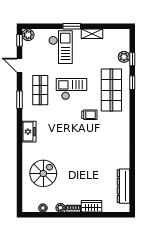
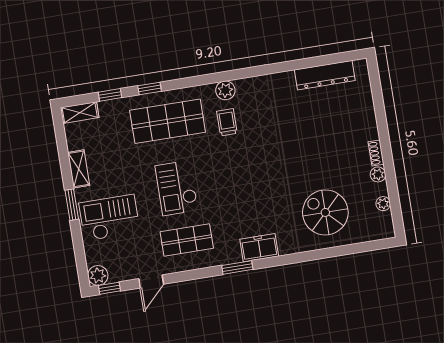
shelving: (125, 40) -> (80, 113), added
plant: (124, 57) -> (225, 90), moved
window: (19, 100) -> (237, 267), moved
trolley: (89, 115) -> (227, 122), moved
wardrobe: (91, 206) -> (367, 123), removed

